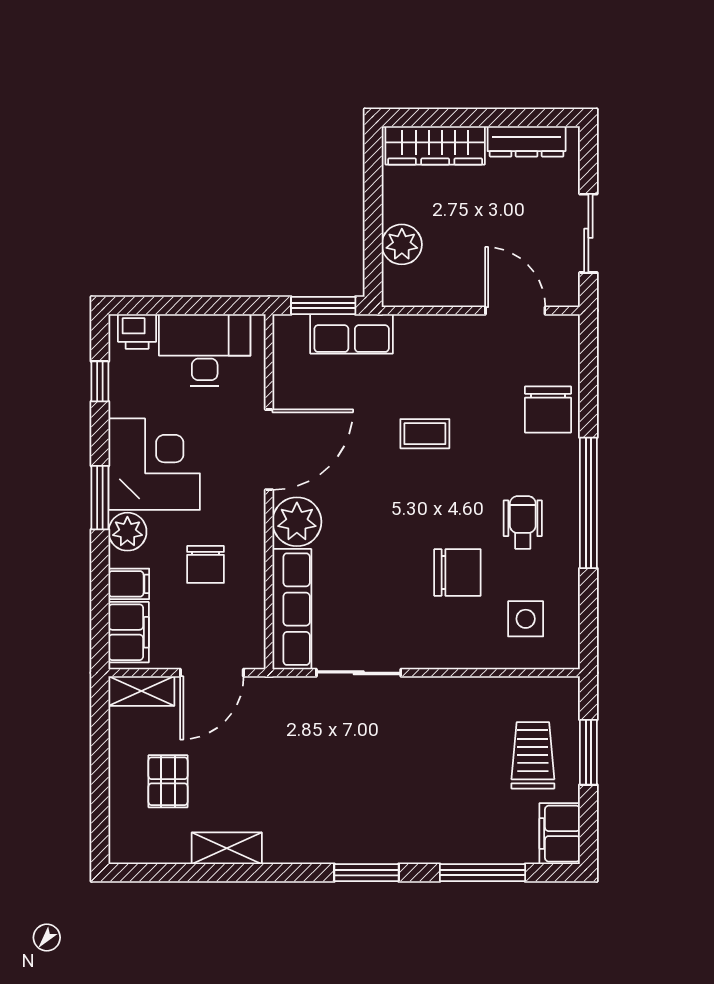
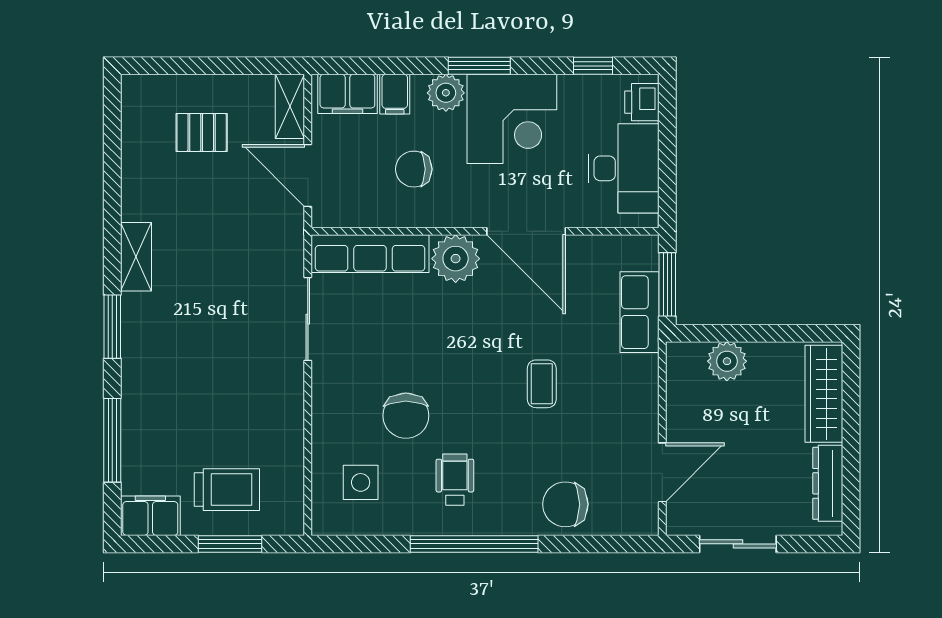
wheelchair: (523, 522) -> (455, 480), turned -90
shelving: (227, 848) -> (136, 257), moved

